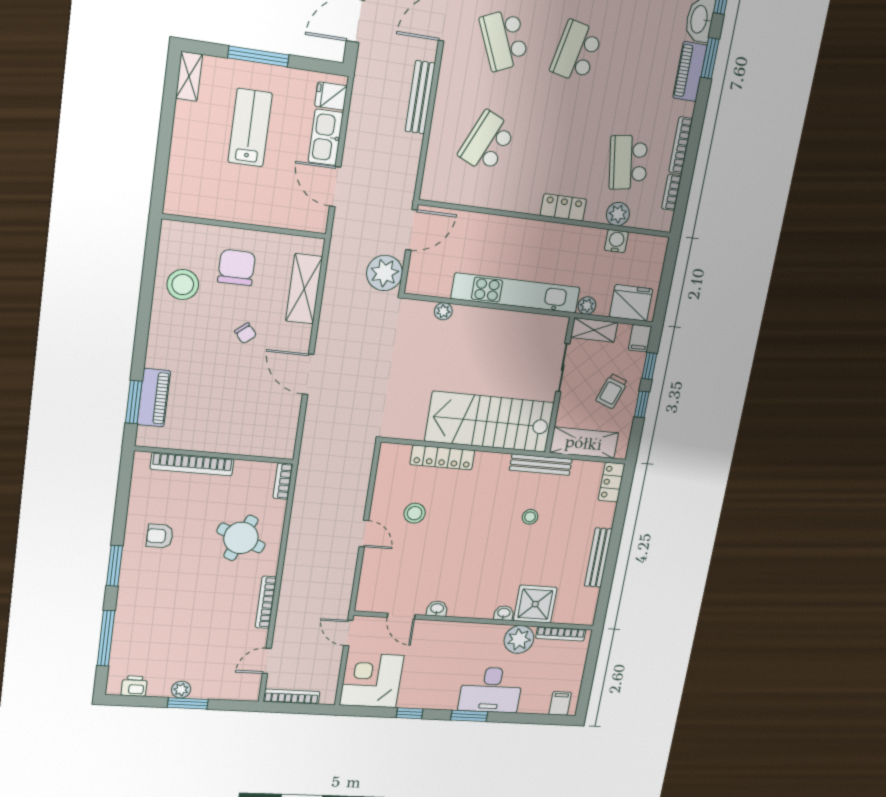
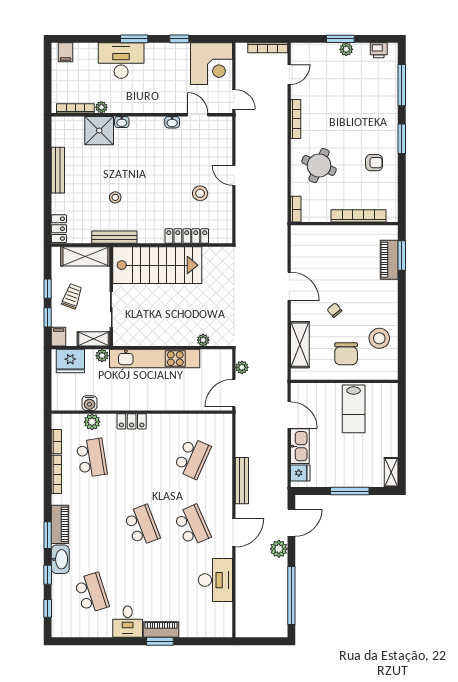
school desk: (576, 52) -> (142, 526), turned -33
lab bench: (250, 128) -> (354, 409), moved
plant: (385, 273) -> (242, 367), width x0.53, depth x0.53
plant: (519, 639) -> (101, 107), width x0.53, depth x0.53

